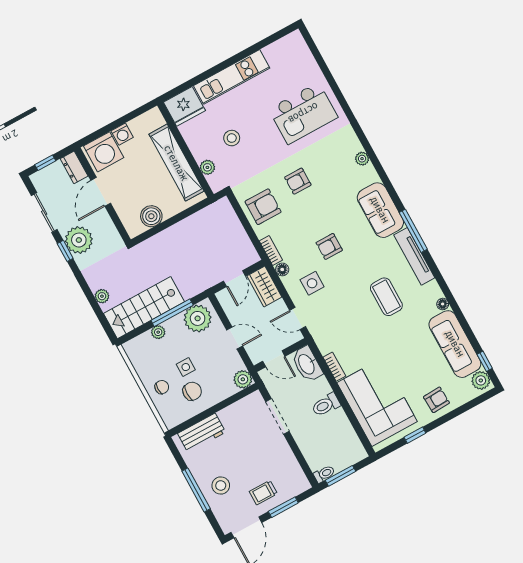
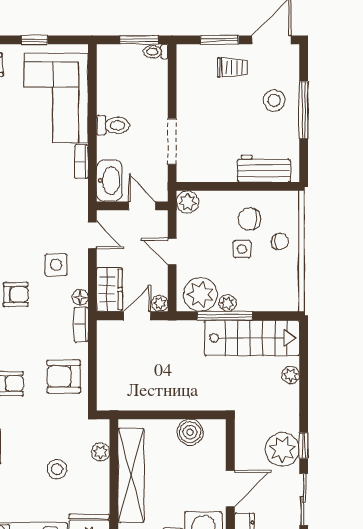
plant: (223, 296) -> (160, 303), added
plant: (158, 332) -> (227, 303), moved
chair: (162, 387) -> (280, 241), turned 180

